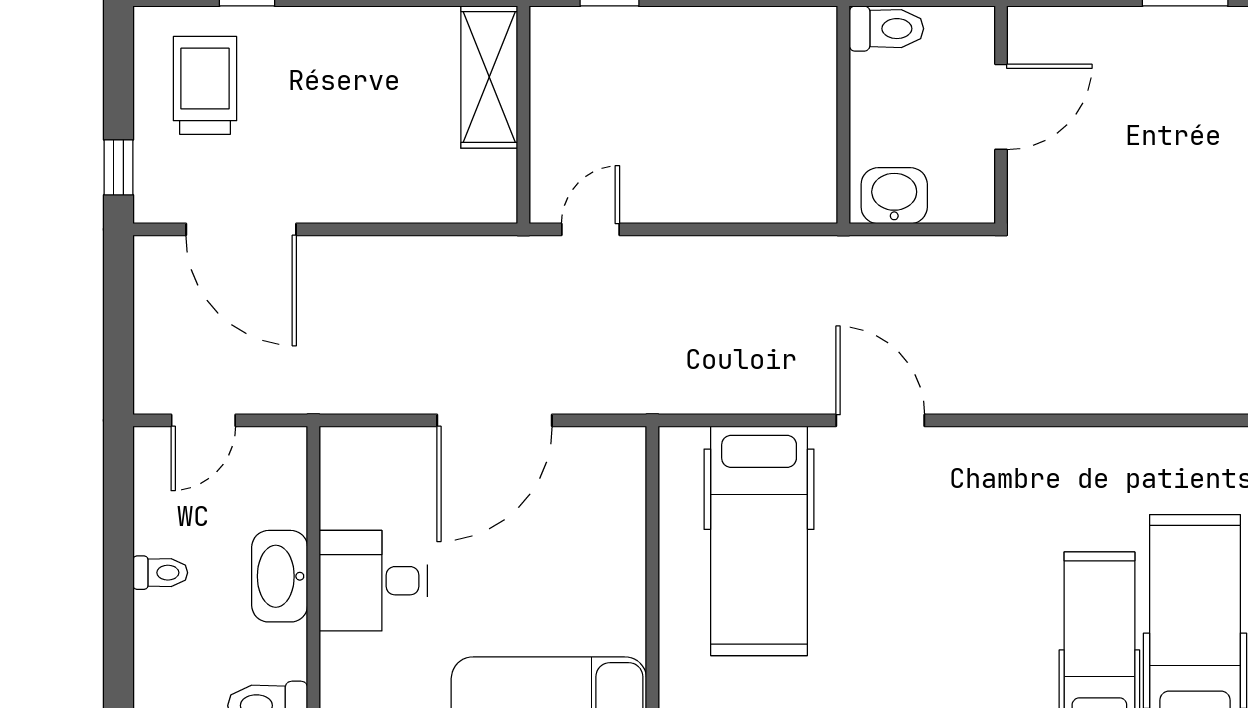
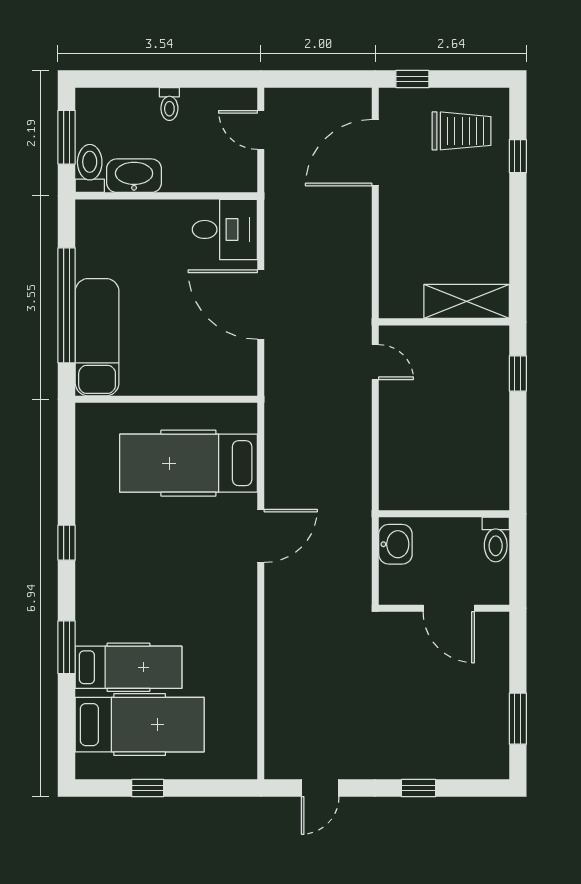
washbasin: (280, 576) -> (134, 176), moved
desk: (373, 581) -> (225, 229), moved, turned 90

